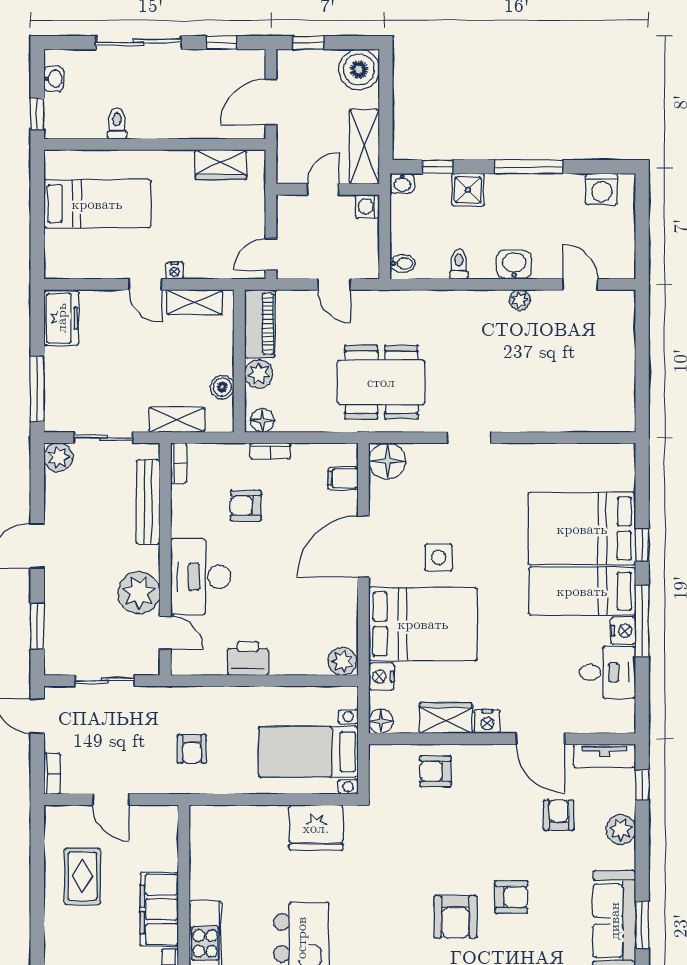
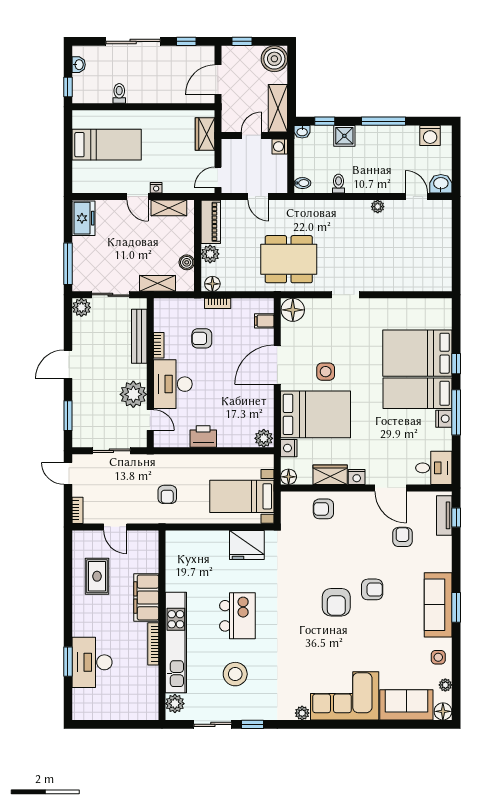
wardrobe: (221, 165) -> (205, 134), moved, turned 90
washbasin: (514, 265) -> (441, 184), moved
bookcase: (179, 463) -> (159, 345), moved
desk: (607, 672) -> (434, 468), moved
tv unit: (605, 756) -> (444, 515), moved, turned 90
plant: (621, 829) -> (442, 546), removed

